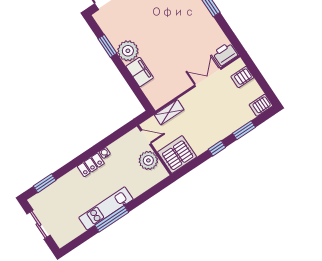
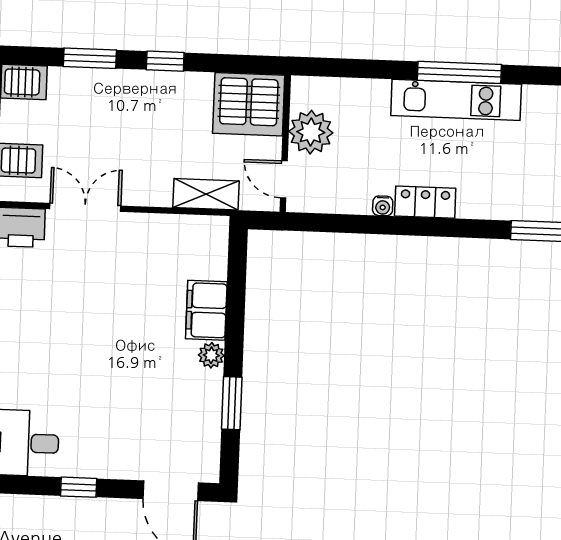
plant: (128, 51) -> (211, 355), width x0.53, depth x0.53
double door: (208, 77) -> (85, 207), swing flipped

